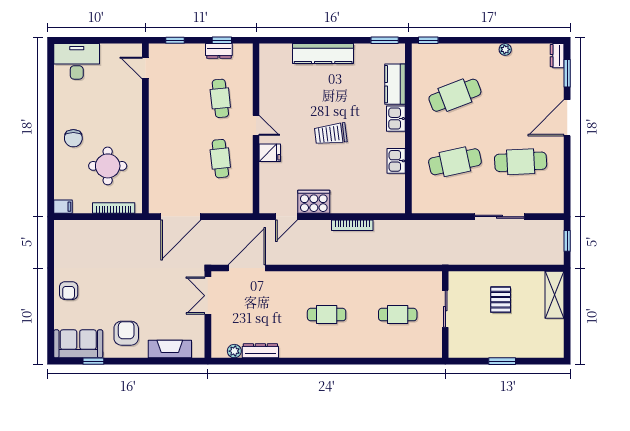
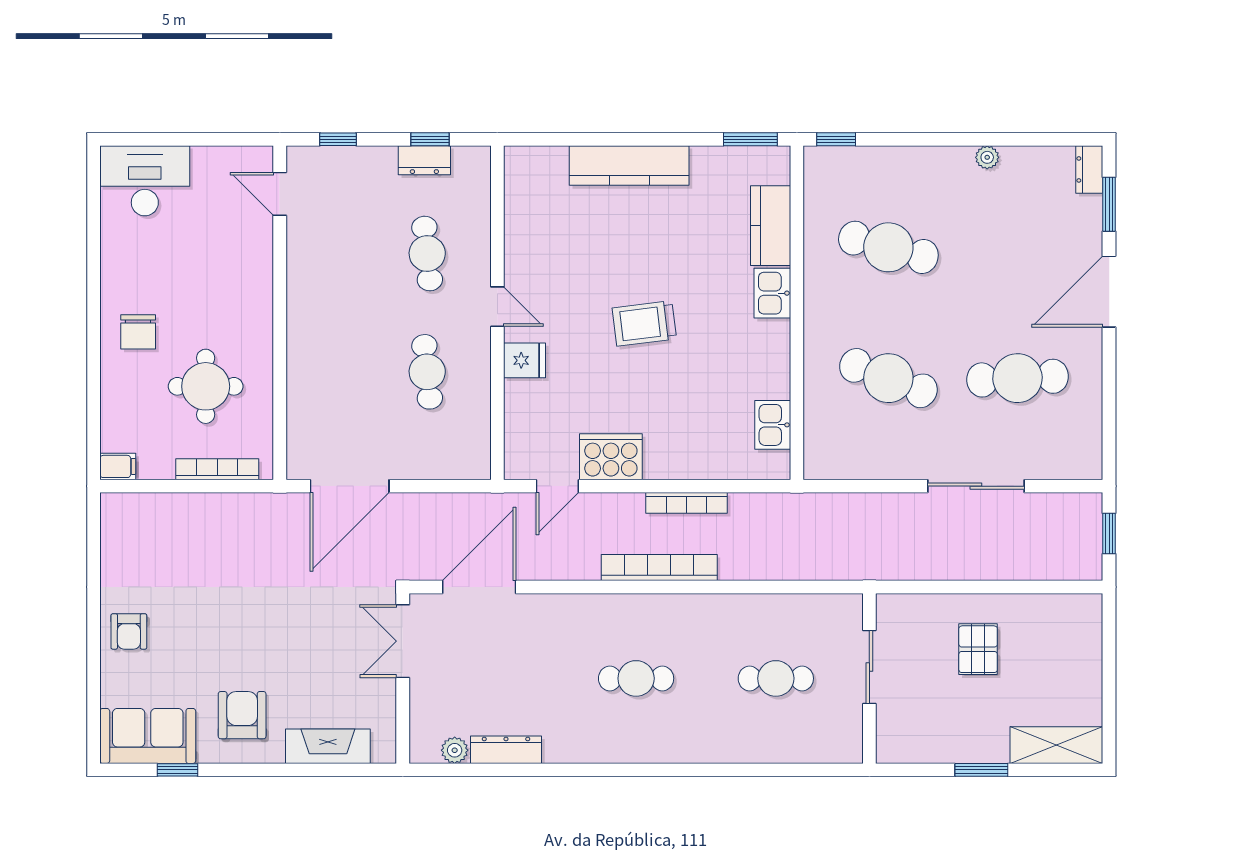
cafe table: (455, 95) -> (888, 247), turned 36
kitchen sink: (396, 161) -> (773, 425), moved
cafe table: (455, 162) -> (888, 378), turned 33
bookcase: (338, 258) -> (659, 568), added
shelving: (555, 295) -> (1056, 745), moved, turned 90

